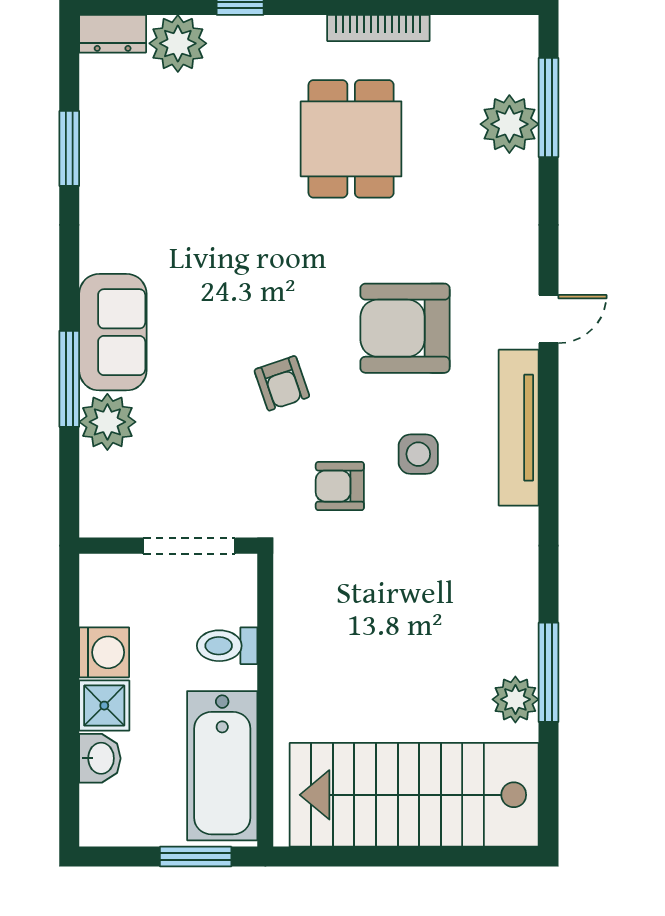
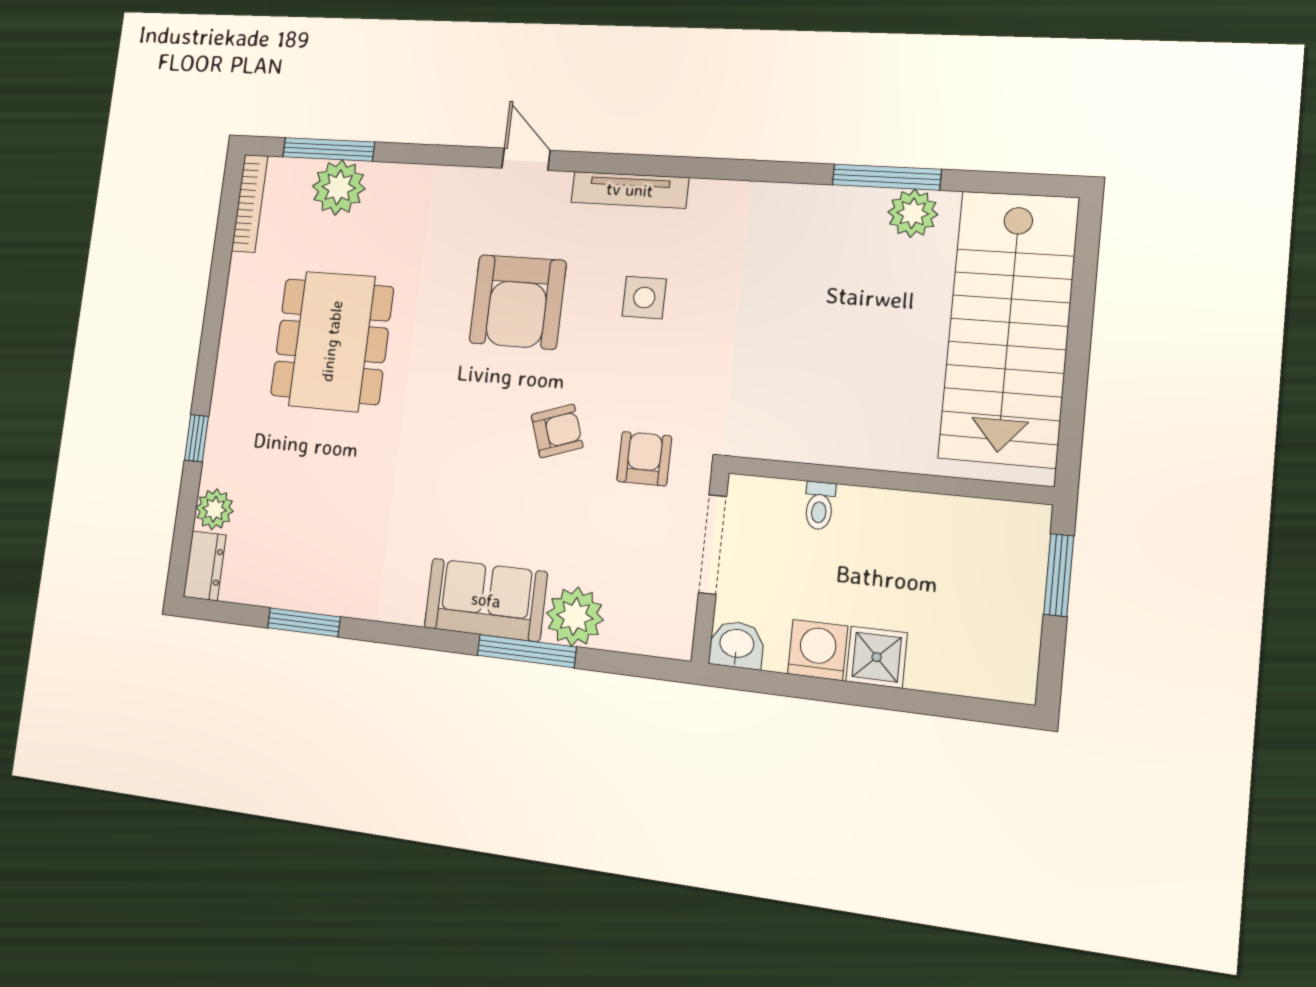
bookcase: (378, 28) -> (250, 203), moved
plant: (178, 43) -> (215, 509), width x0.73, depth x0.73
dining table: (351, 139) -> (332, 341), width x1.38
tv unit: (519, 428) -> (630, 190), width x0.73, depth x0.78
armchair: (340, 486) -> (644, 459), moved, turned 180
toilet: (227, 646) -> (819, 506), width x0.73, depth x0.72
washbasin: (100, 758) -> (737, 645), moved
bathtub: (222, 766) -> (957, 534), removed

